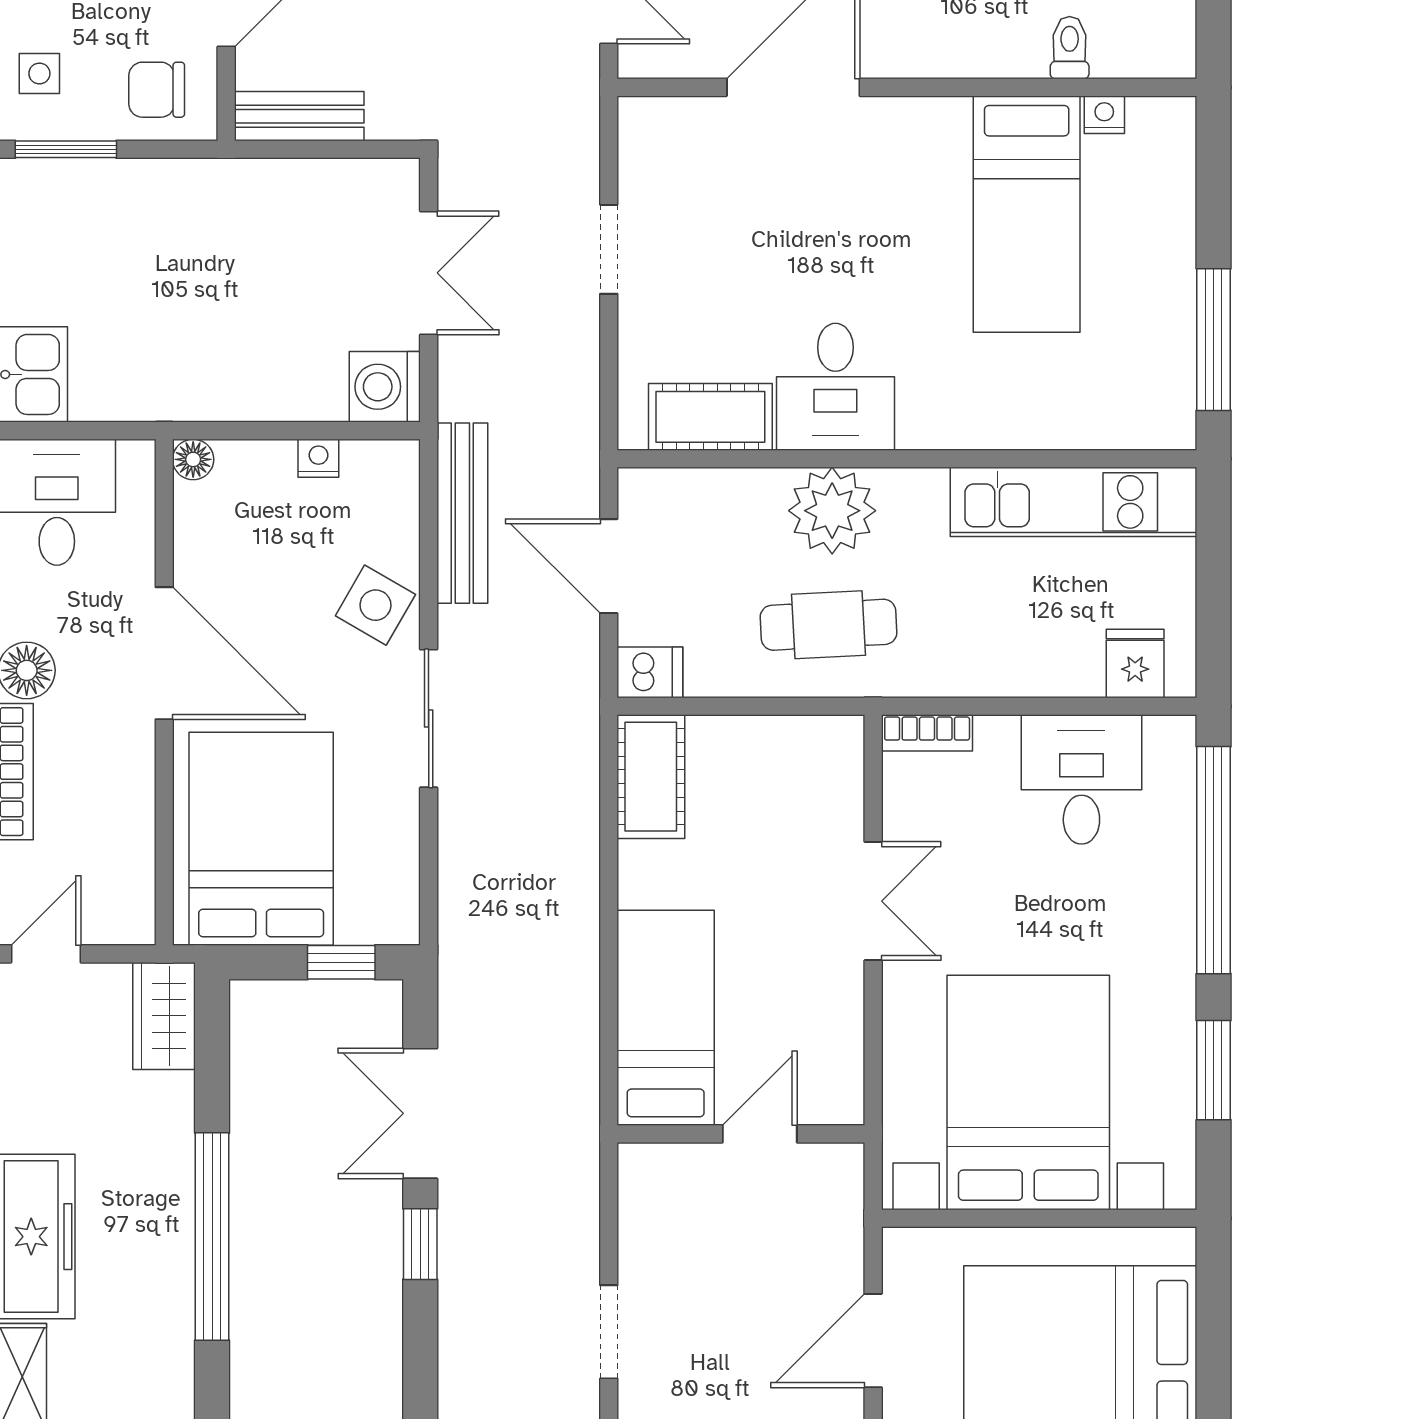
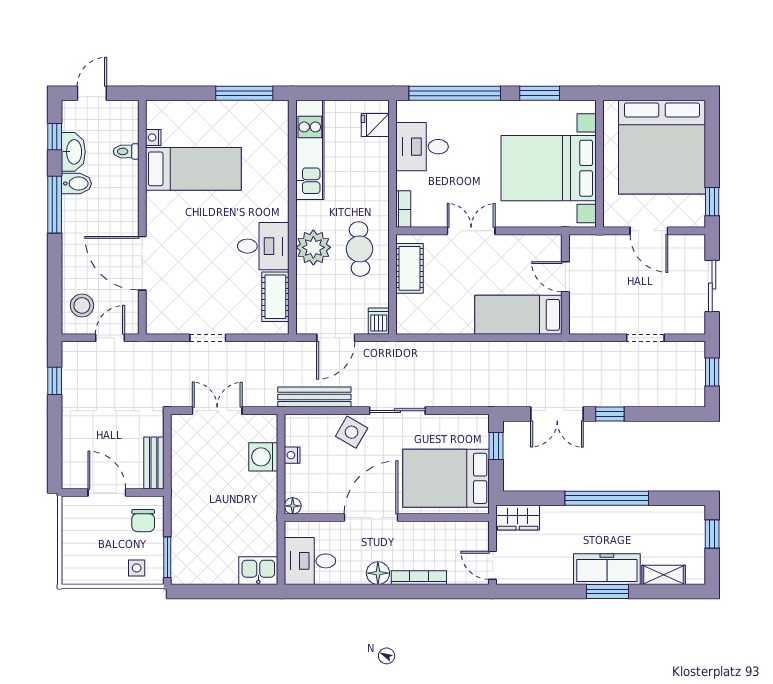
washing machine: (385, 387) -> (263, 457), moved, turned 90
cot: (651, 777) -> (409, 268), moved, turned 90

